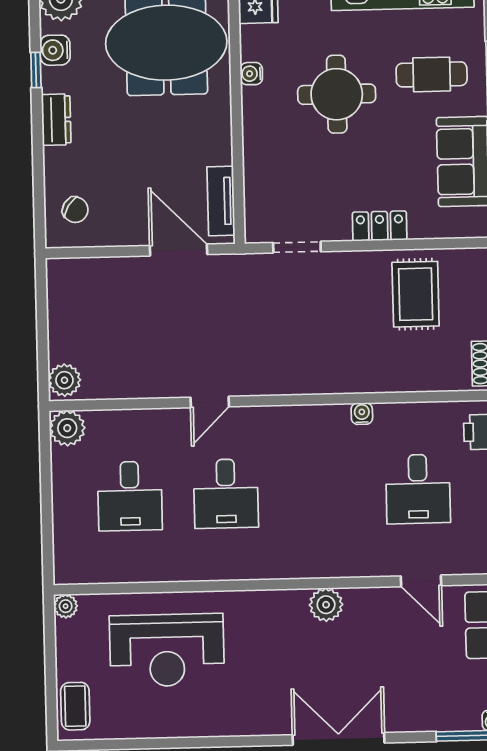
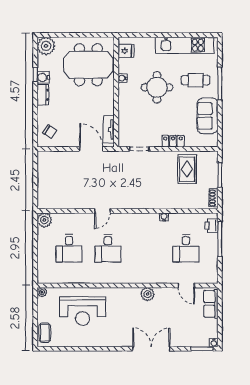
water cooler: (55, 50) -> (43, 77), moved
plant: (64, 380) -> (44, 201), removed

